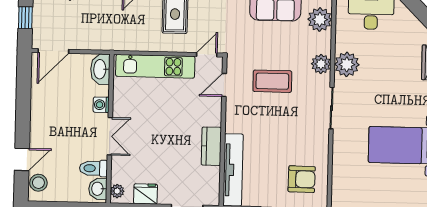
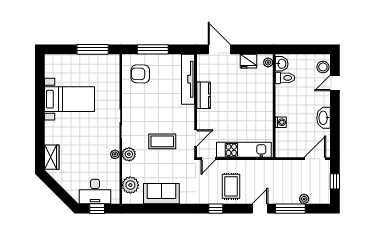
plant: (347, 64) -> (115, 154), width x0.53, depth x0.53
washbasin: (100, 69) -> (324, 118), moved, turned 180
double door: (110, 136) -> (274, 100), removed

